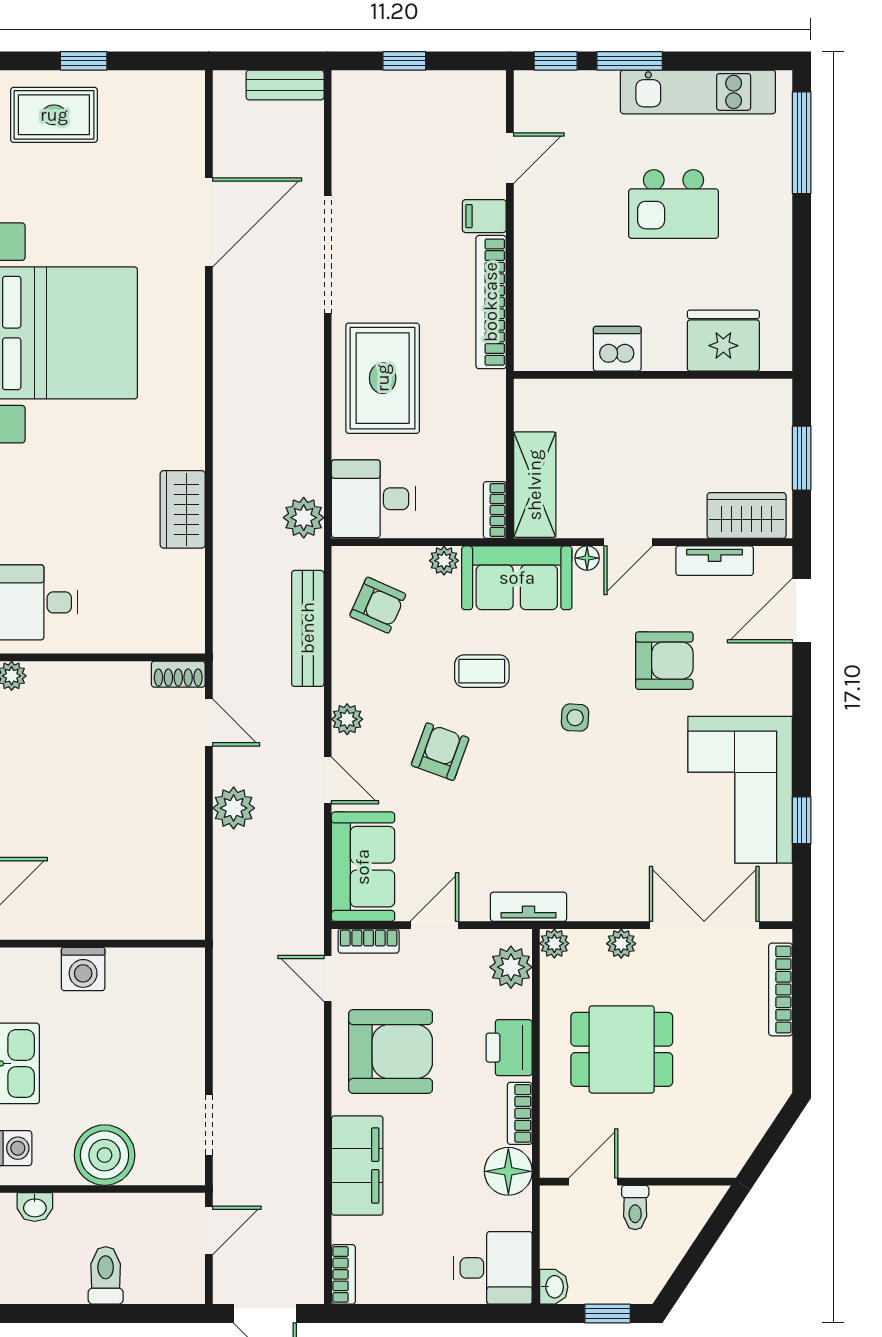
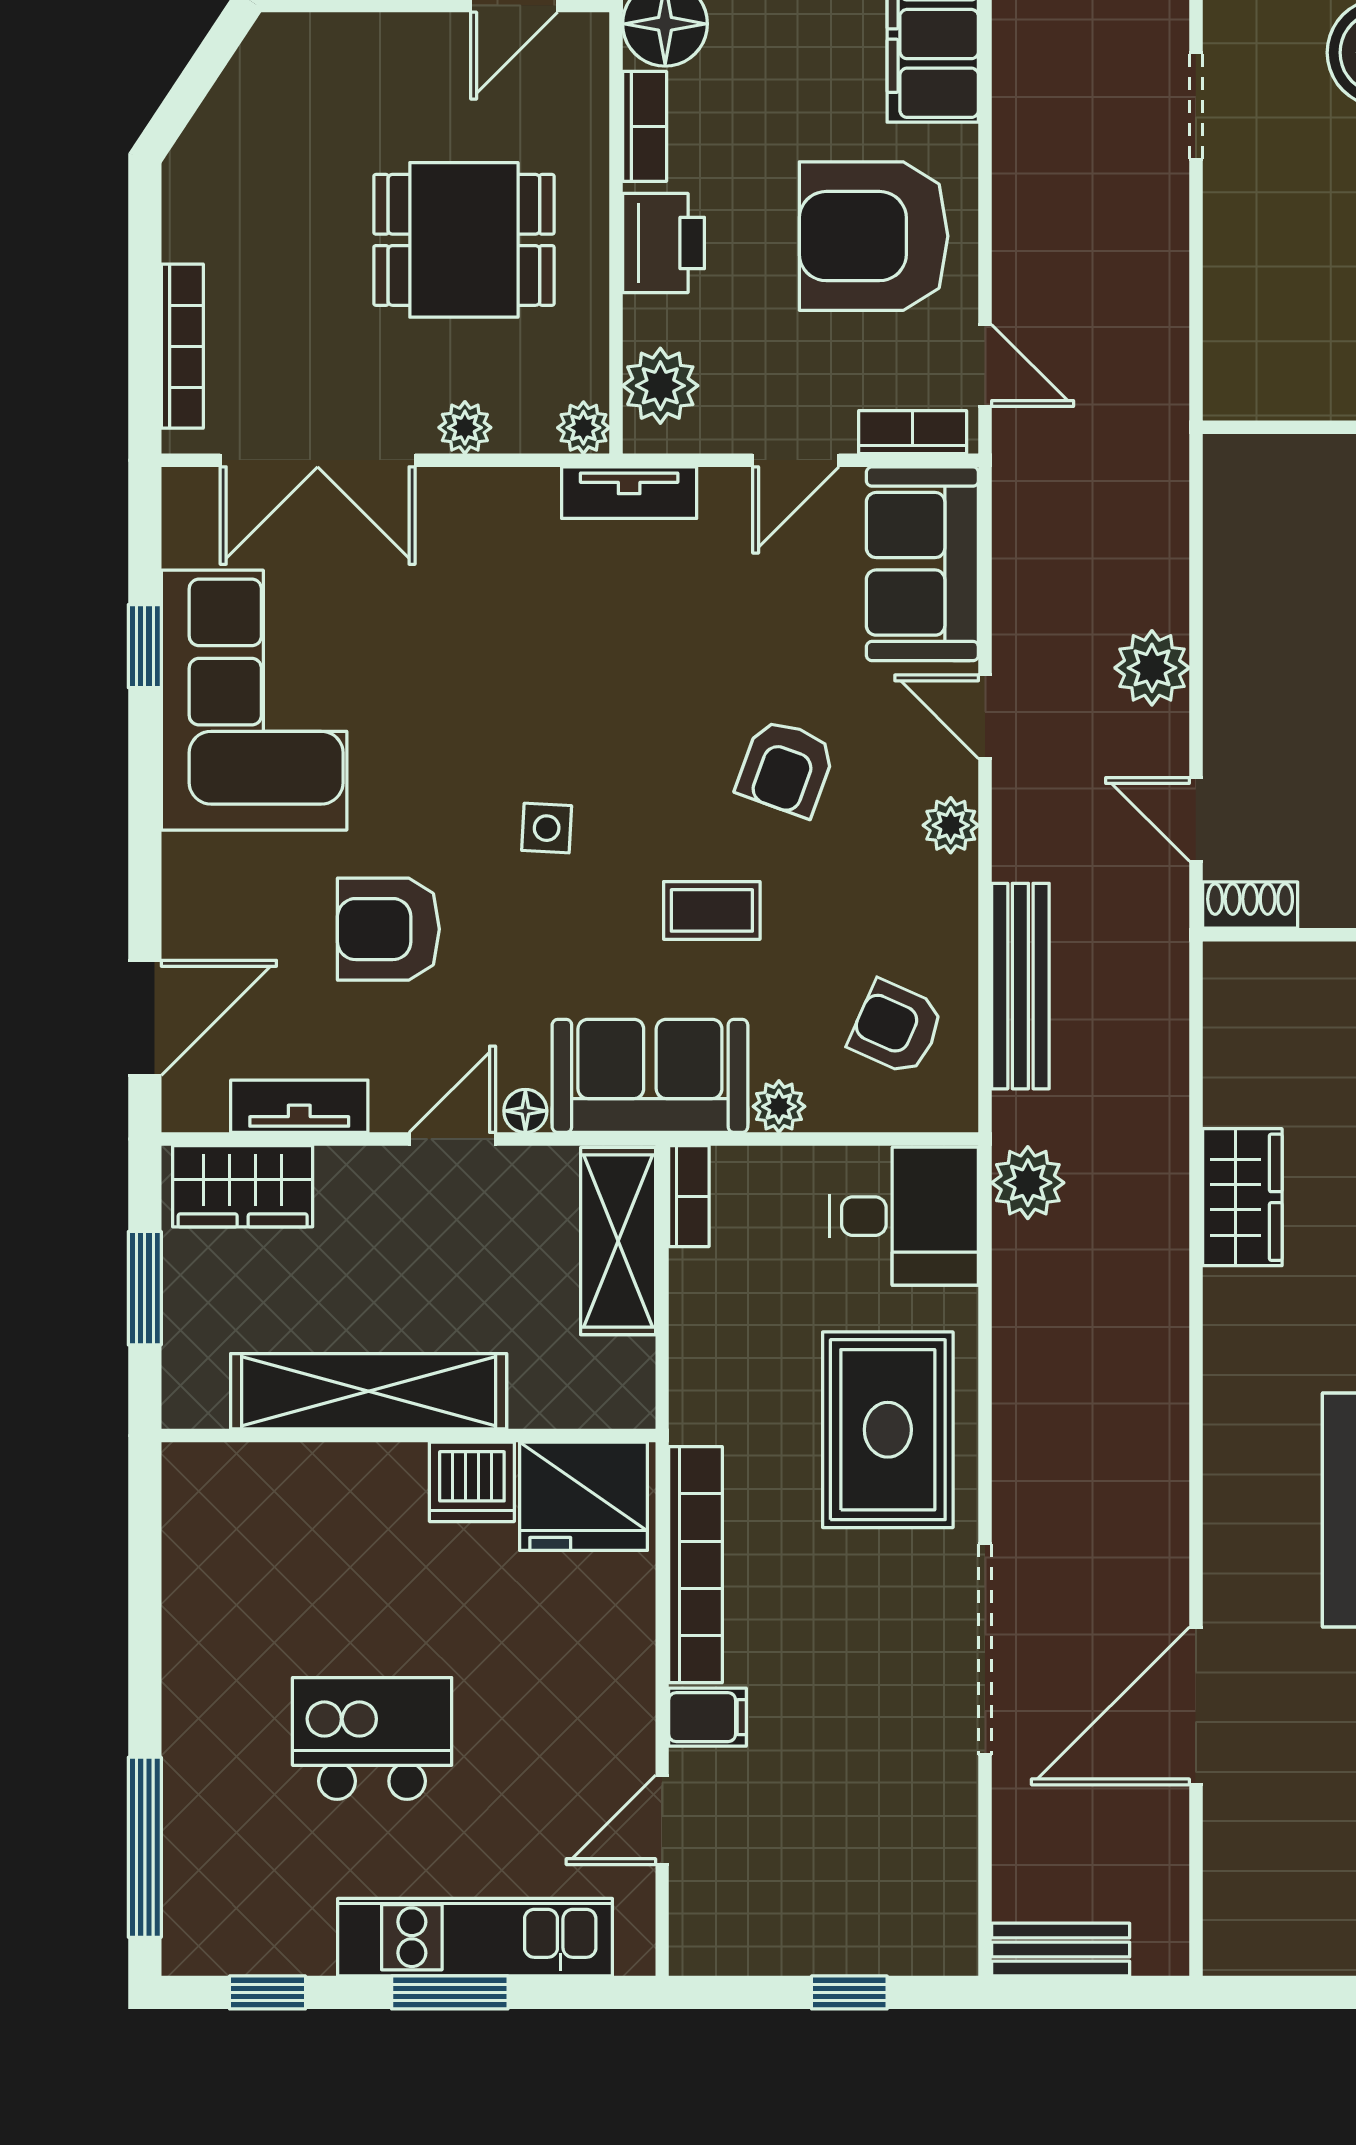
window: (556, 61) -> (268, 1992), moved
kitchen unit: (698, 92) -> (475, 1937), moved
fridge: (723, 341) -> (584, 1496), moved
shelving: (675, 400) -> (369, 1391), added

